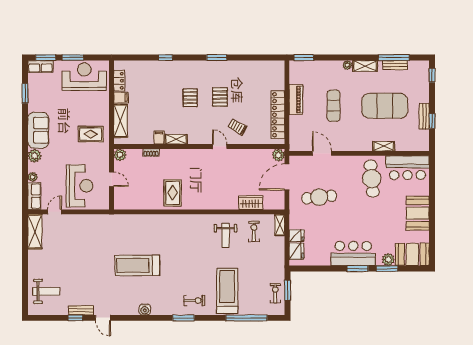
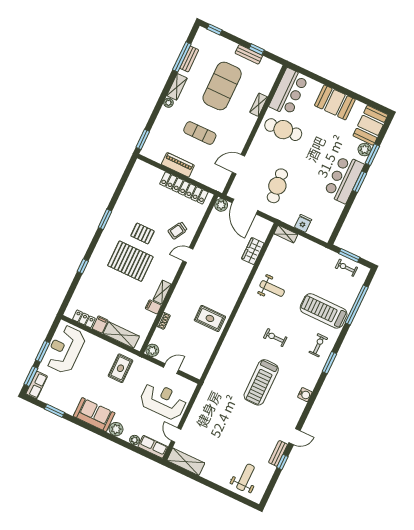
pallet: (190, 98) -> (130, 261), width x2.05, depth x2.00
exercise bike: (254, 231) -> (275, 338), moved
fridge: (296, 251) -> (317, 230), removed

